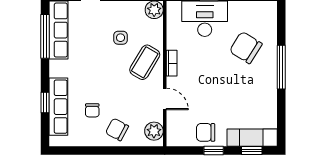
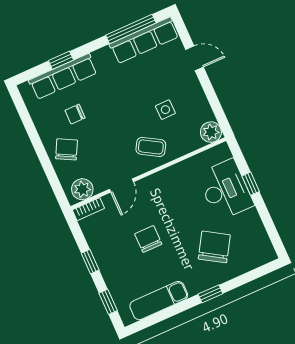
coffee table: (145, 62) -> (151, 147), width x0.73, depth x0.77
bookcase: (172, 63) -> (88, 209), moved
window: (281, 67) -> (210, 294), width x0.46
chair: (206, 132) -> (148, 239), moved
exam couch: (252, 138) -> (159, 301), moved, turned -90

